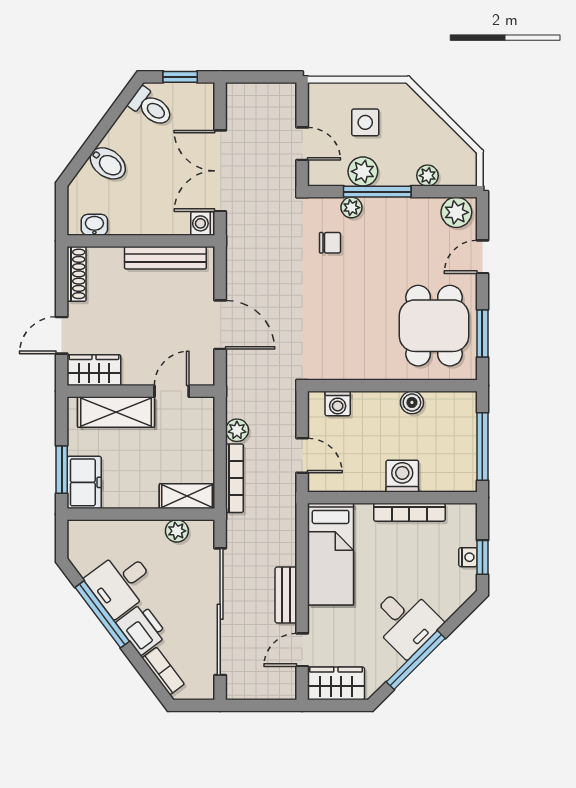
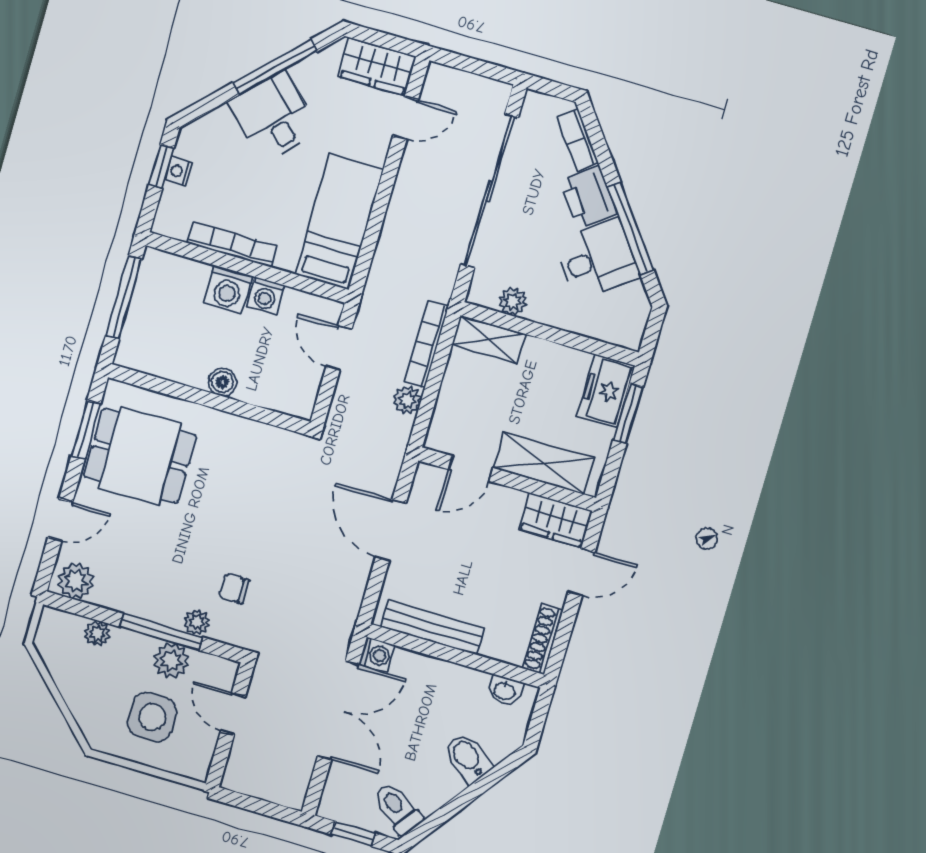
side table: (365, 122) -> (152, 717), width x1.37, depth x1.37
dining table: (434, 326) -> (140, 456), turned 90
boiler: (412, 402) -> (222, 382), moved
washing machine: (338, 404) -> (265, 296), moved, turned 180
bench: (286, 595) -> (406, 188), removed

